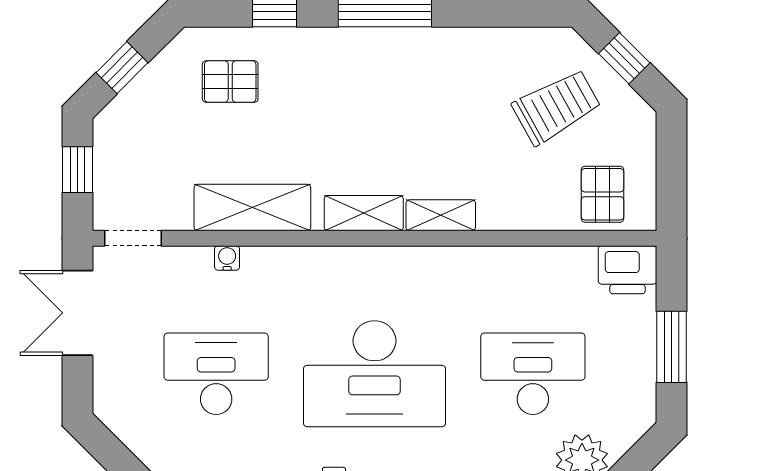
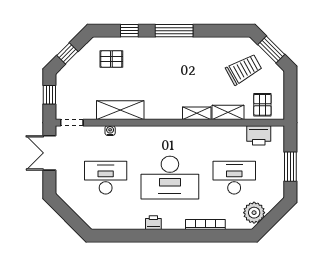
window: (624, 58) -> (271, 50), width x1.50
shelving: (364, 213) -> (228, 112), moved
printer: (627, 270) -> (259, 135), moved

